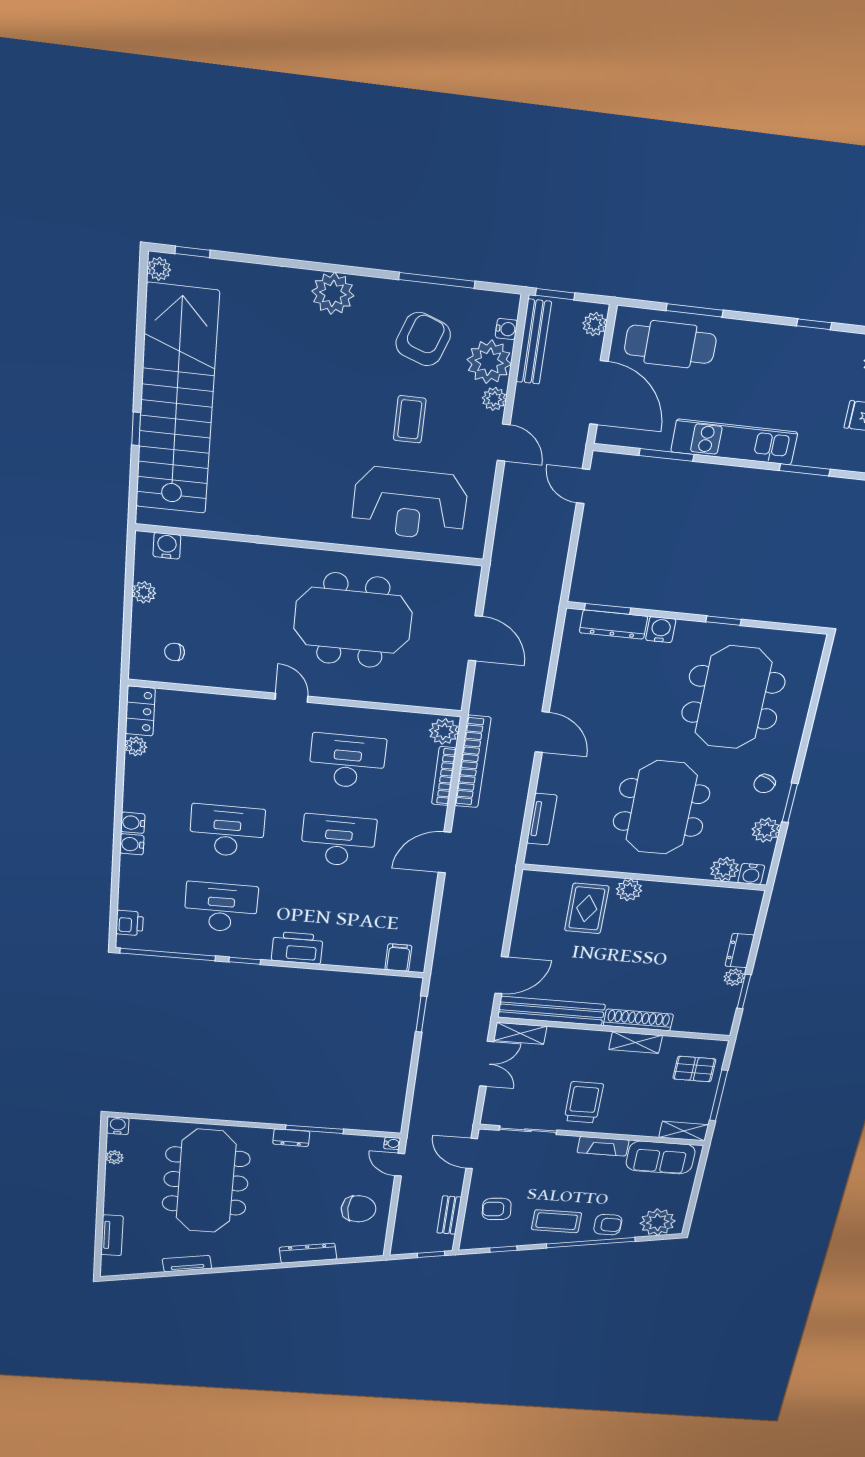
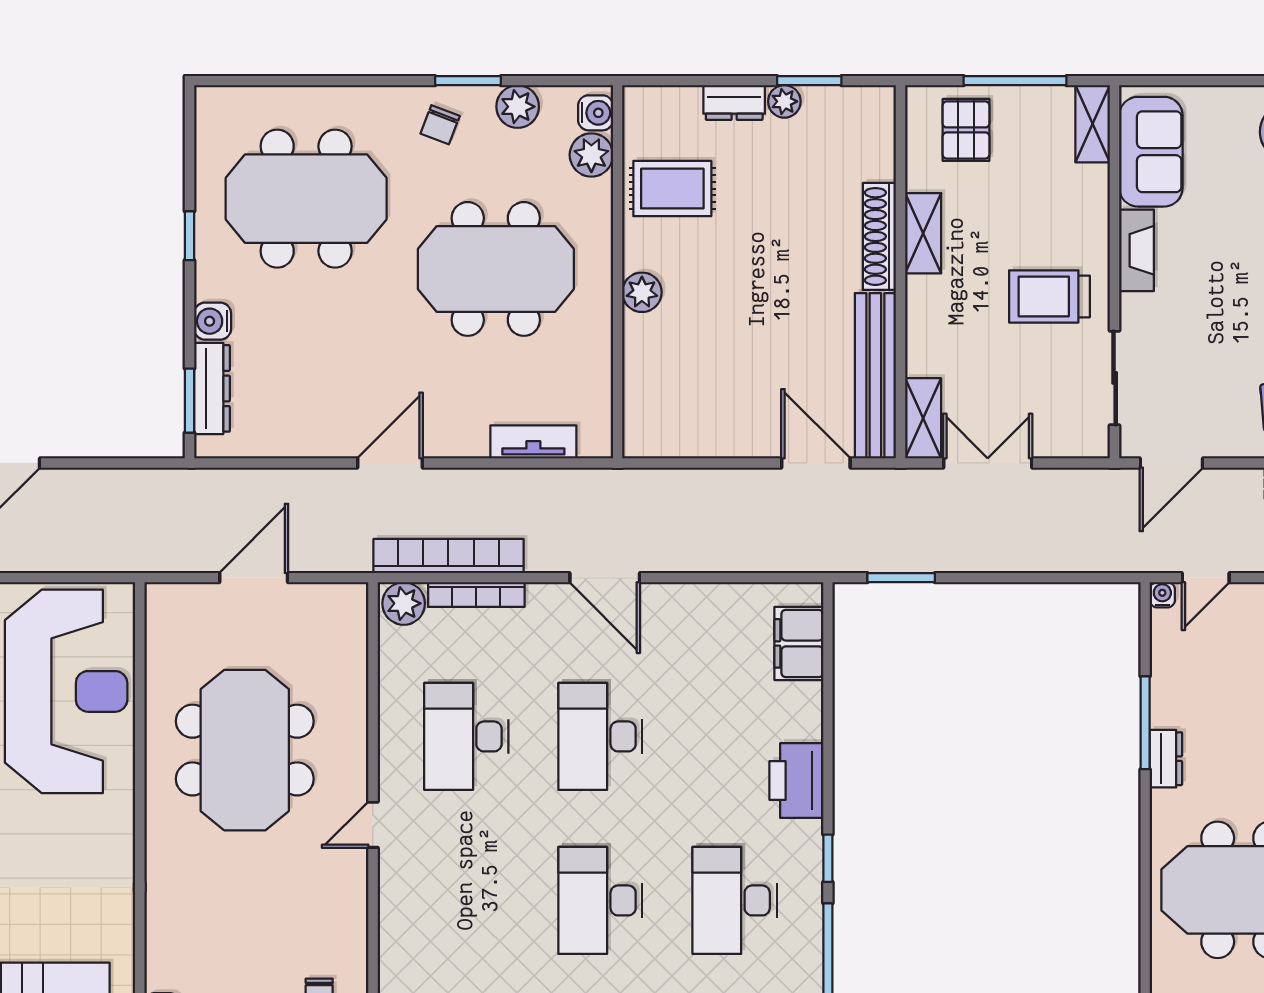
reception desk: (410, 504) -> (66, 691), width x1.36, depth x1.30
chair: (765, 784) -> (440, 125), turned 83
rug: (587, 908) -> (672, 189), moved
filing cabinet: (398, 958) -> (799, 643), width x2.00

